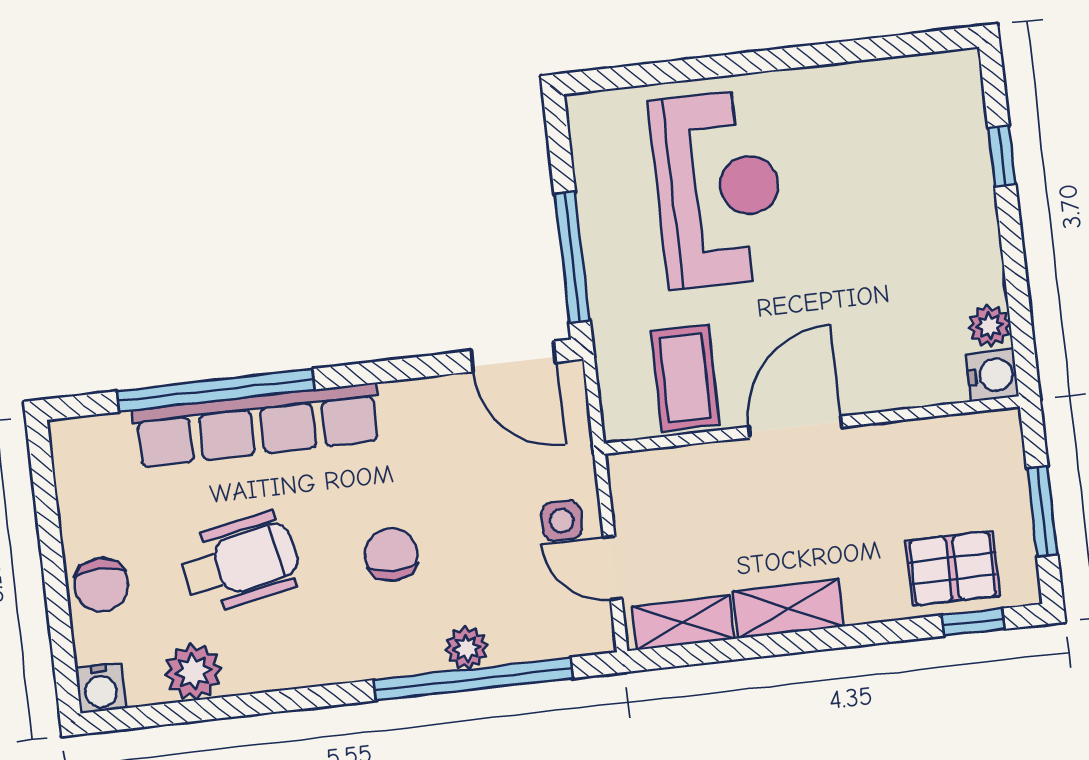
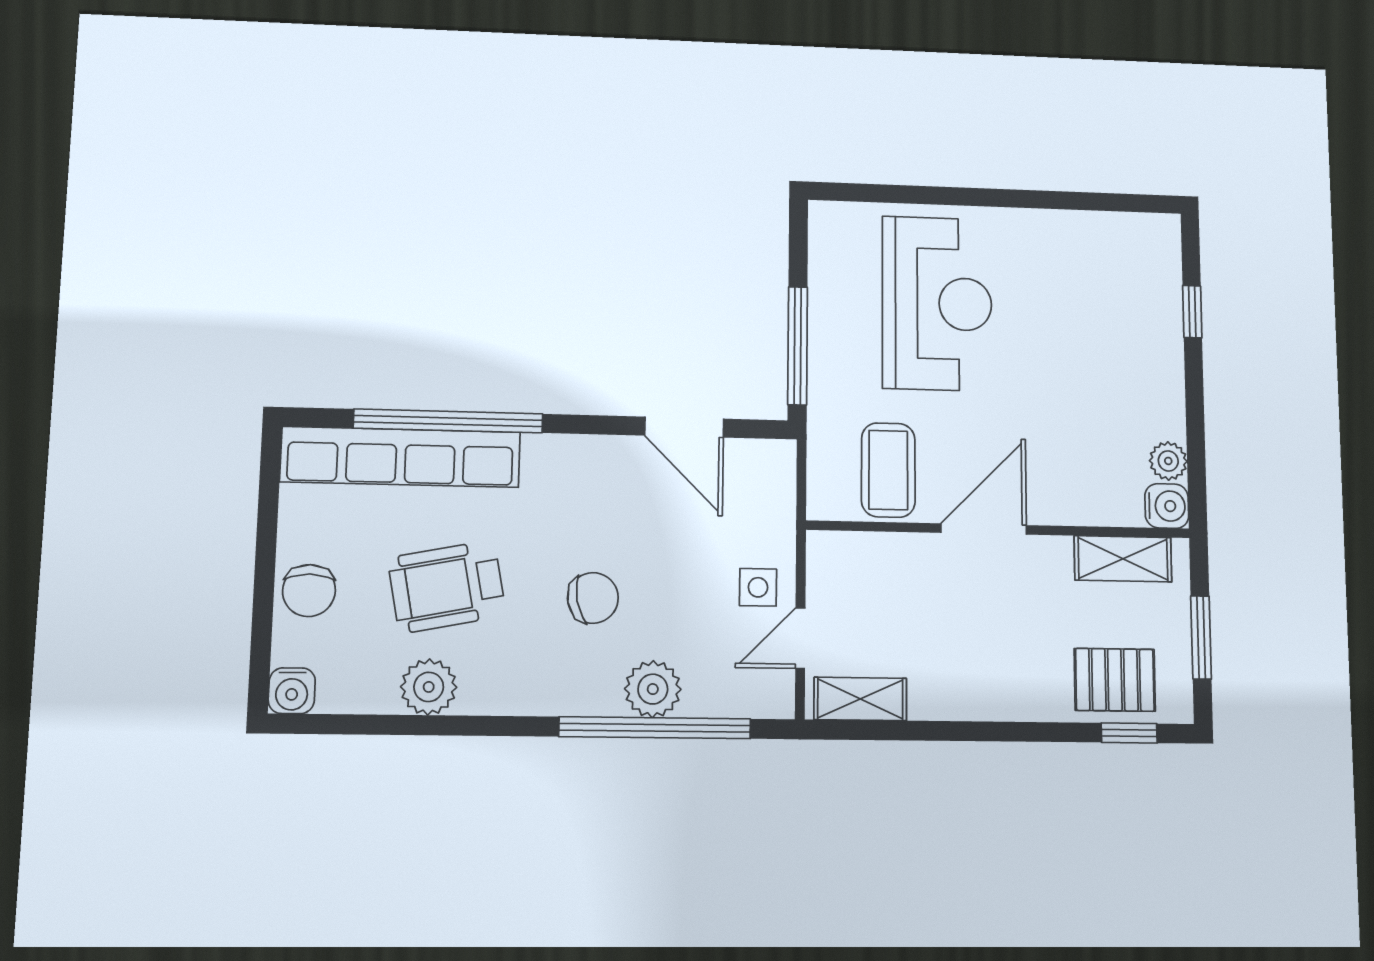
door: (513, 356) -> (684, 427), moved
row of seats: (257, 425) -> (401, 457), moved
chair: (391, 554) -> (593, 598), turned 79
wheelchair: (240, 563) -> (447, 587), turned 180
door: (613, 568) -> (800, 638), hinge flipped
shelving: (788, 609) -> (1123, 559), moved
plant: (467, 648) -> (653, 689), width x1.38, depth x1.38
plant: (193, 672) -> (429, 687), moved

